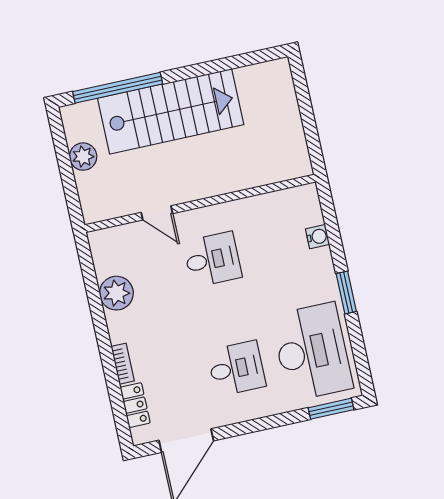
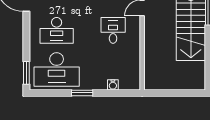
desk: (212, 259) -> (113, 30), turned 180
desk: (236, 368) -> (57, 30), width x1.37

